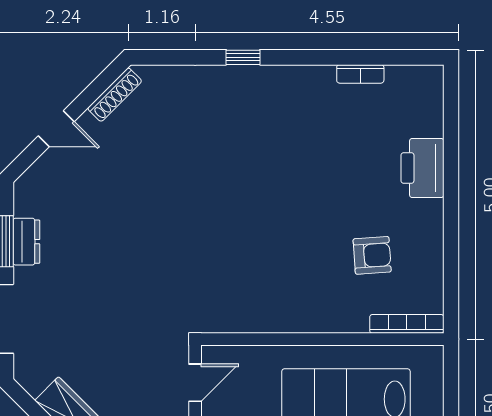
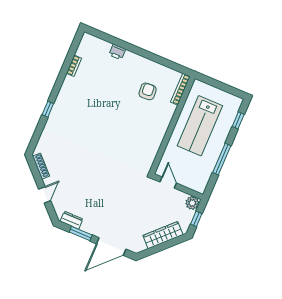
printer: (422, 168) -> (117, 52), width x0.53, depth x0.68
dresser: (26, 242) -> (71, 220), moved

